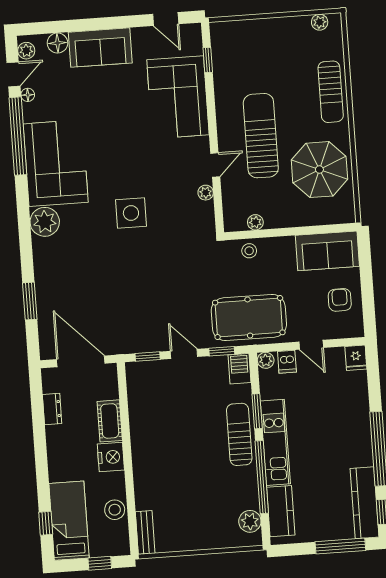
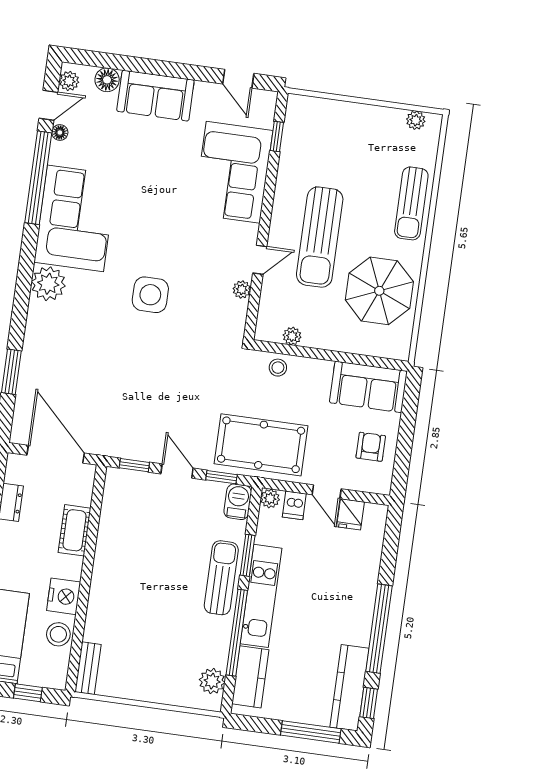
sun lounger: (261, 136) -> (320, 237), turned 180
fridge: (356, 358) -> (351, 514), moved
nightstand: (111, 457) -> (64, 596), moved

